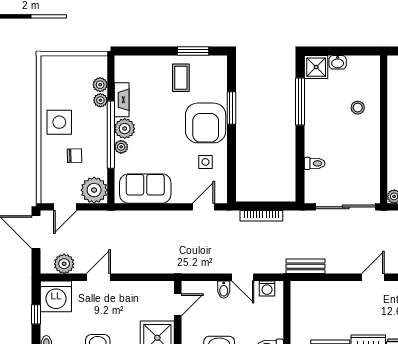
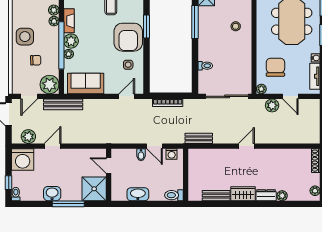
bench: (113, 218) -> (63, 104), added
door: (178, 305) -> (109, 166), swing flipped
window: (36, 314) -> (9, 183), moved

